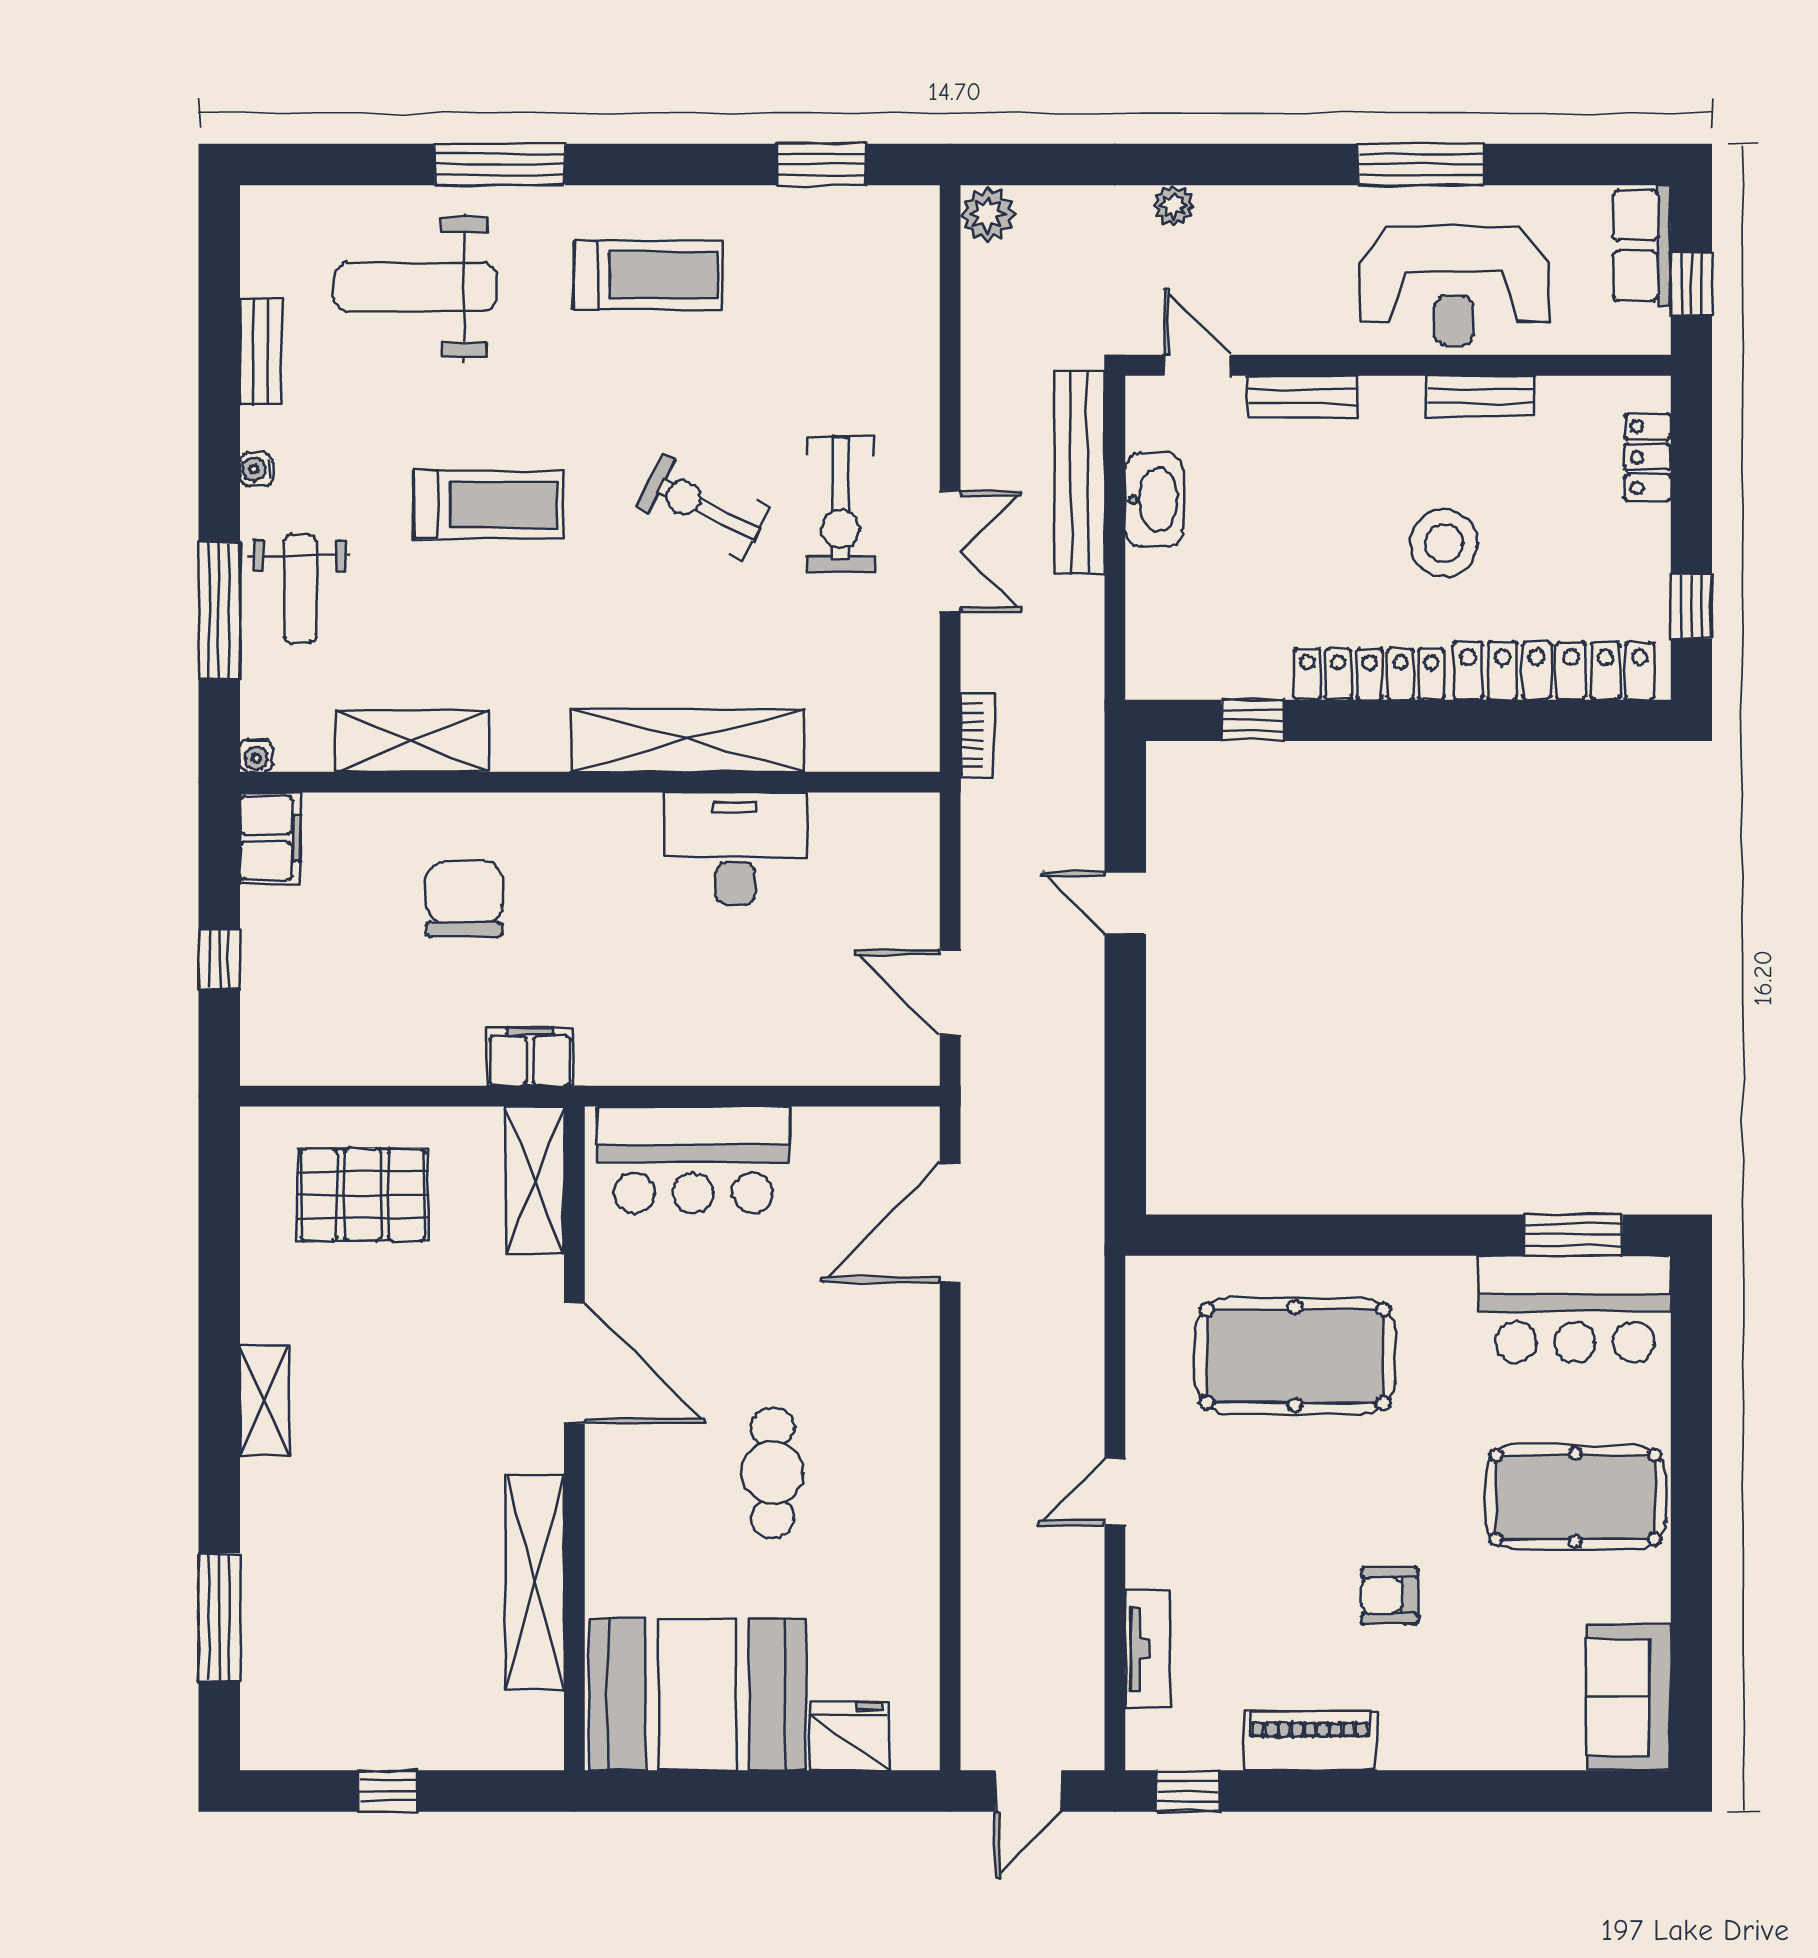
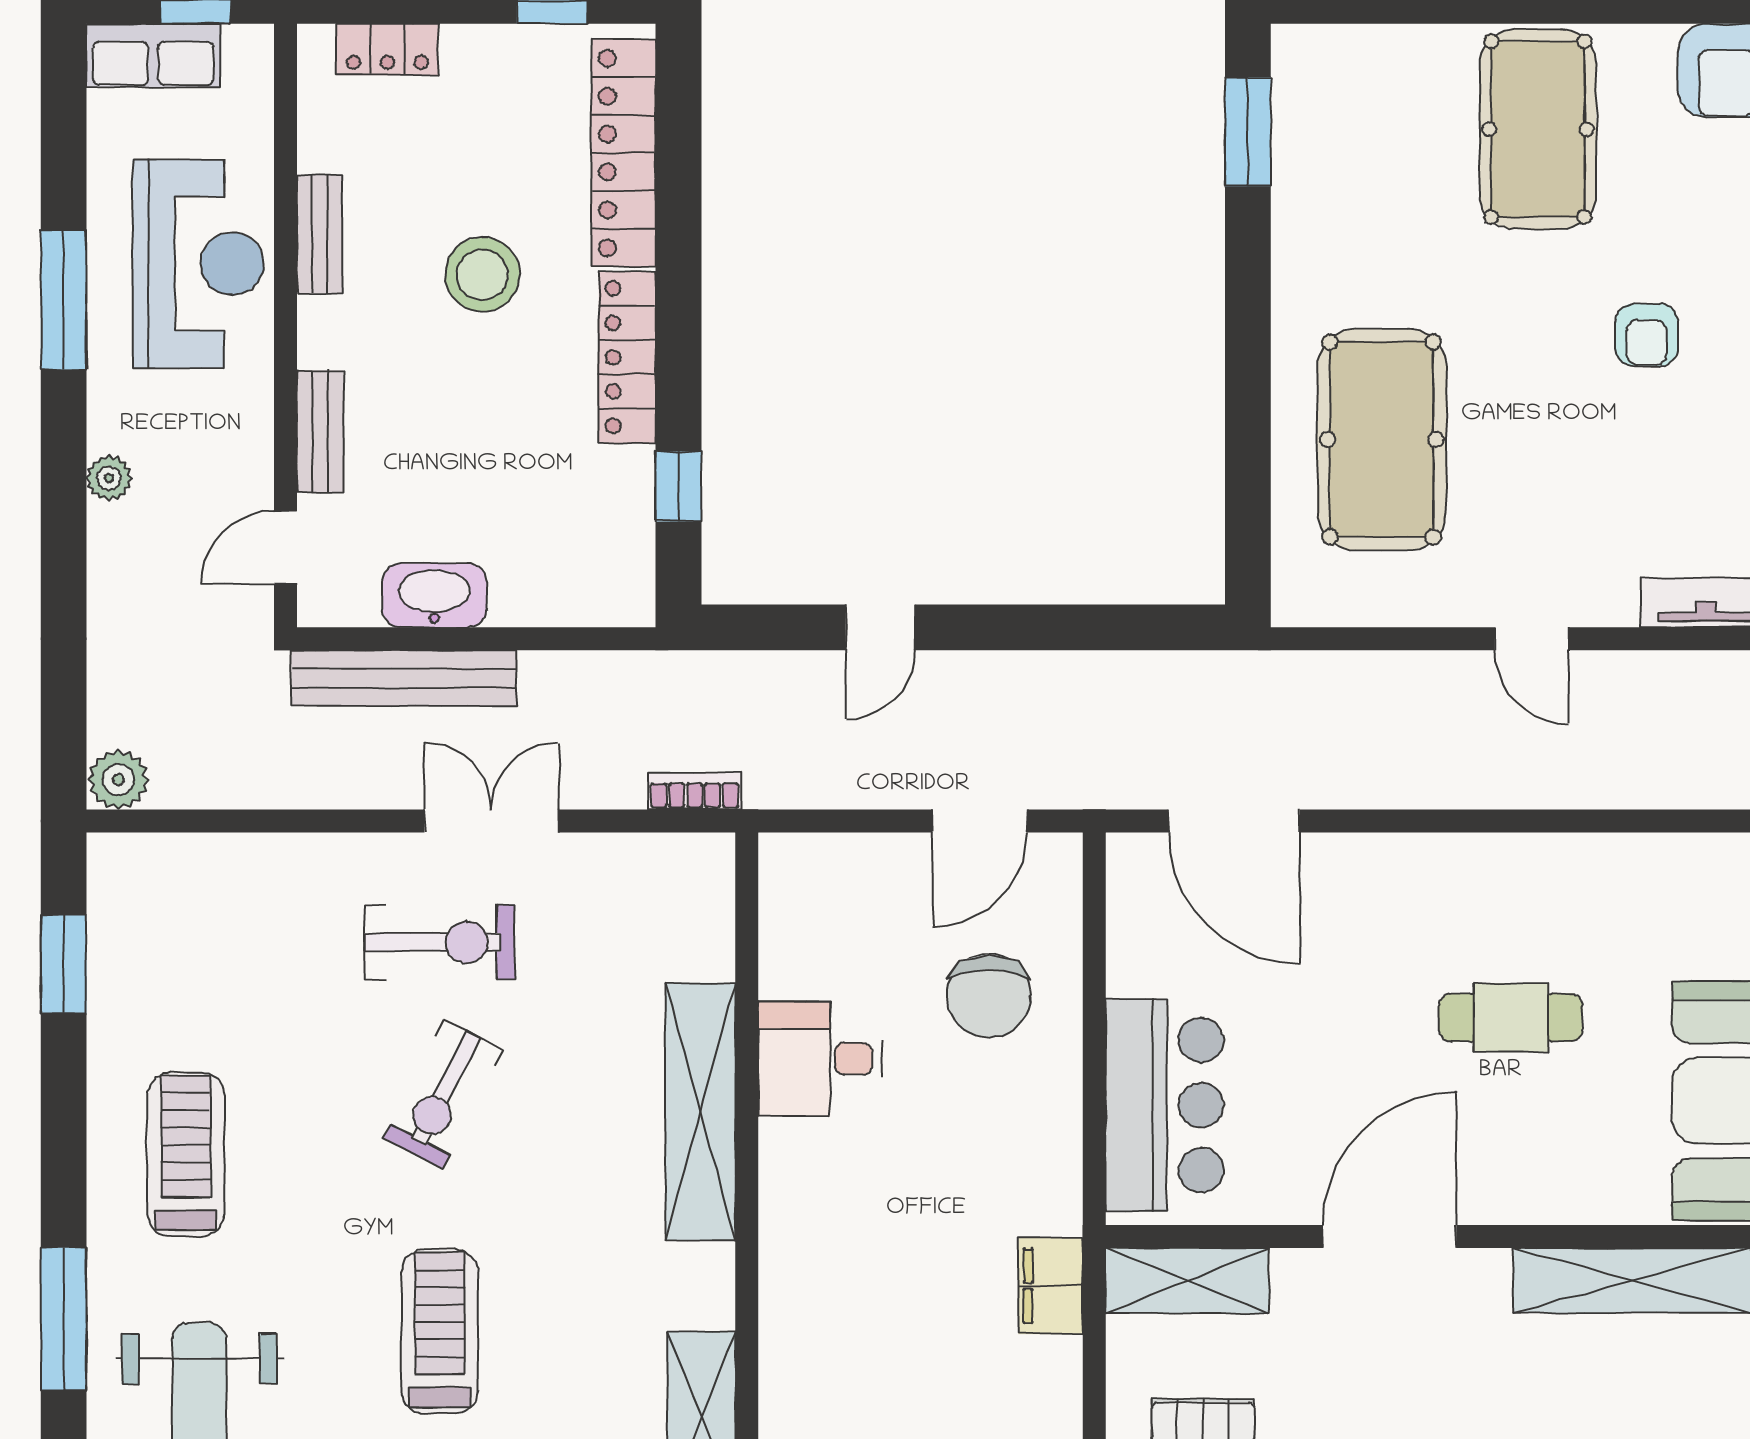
plant: (1173, 206) -> (109, 478), moved
desk: (735, 848) -> (820, 1059), width x0.73
chair: (464, 899) -> (989, 996), moved, turned -90
bar counter: (1575, 1309) -> (1330, 130), removed

